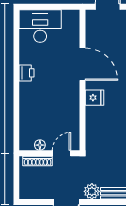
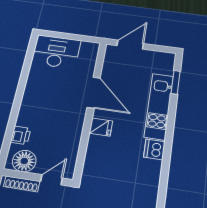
printer: (27, 73) -> (21, 135), moved
floor lamp: (40, 145) -> (24, 161), width x1.89, depth x1.89

